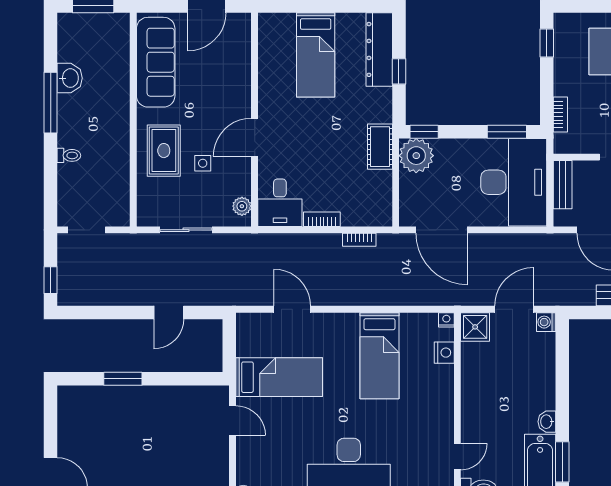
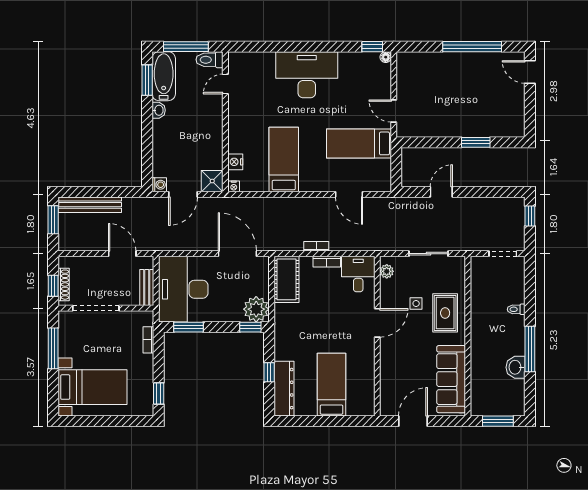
cot: (380, 147) -> (287, 279), moved, width x1.37, depth x1.34
bookcase: (359, 240) -> (316, 246), moved

